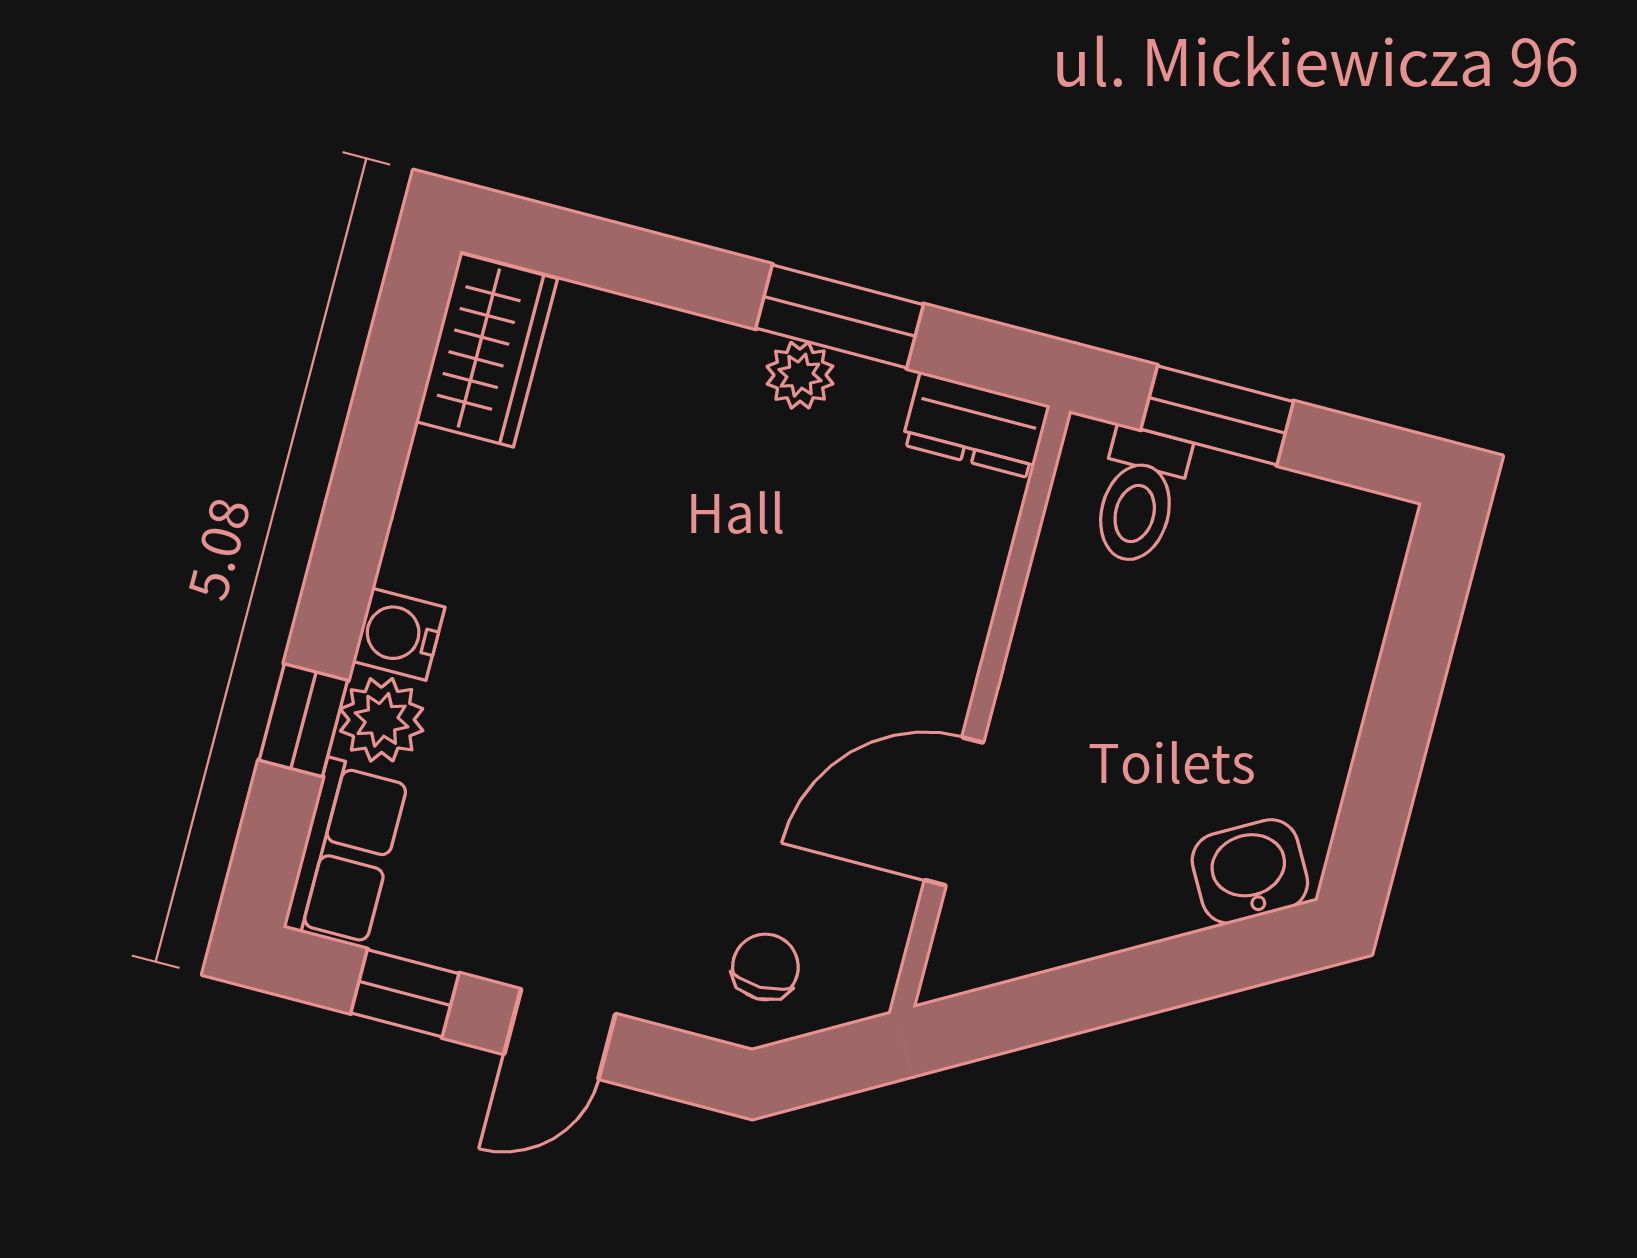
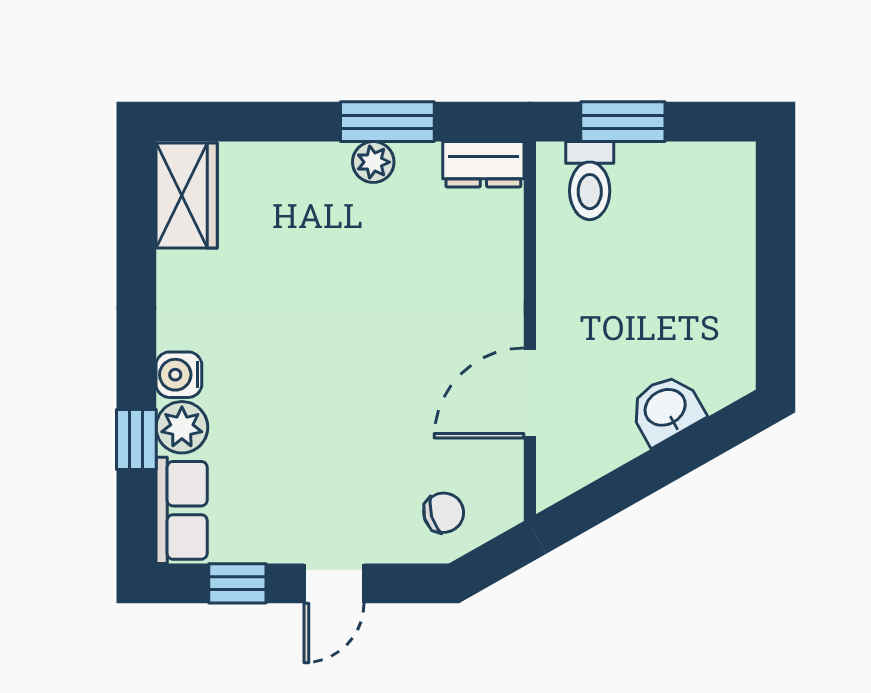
washbasin: (1250, 871) -> (666, 409), moved
chair: (765, 967) -> (444, 513), turned 74

